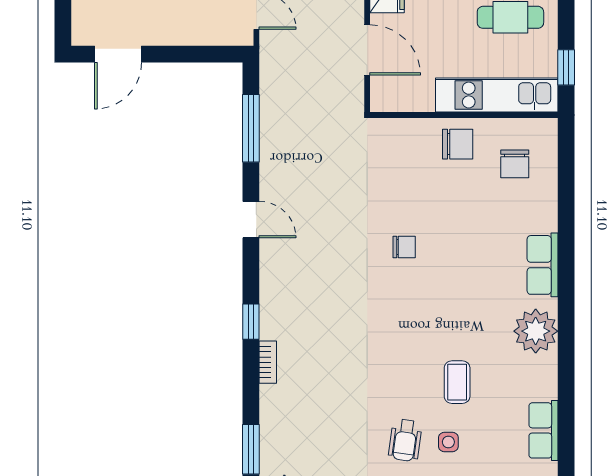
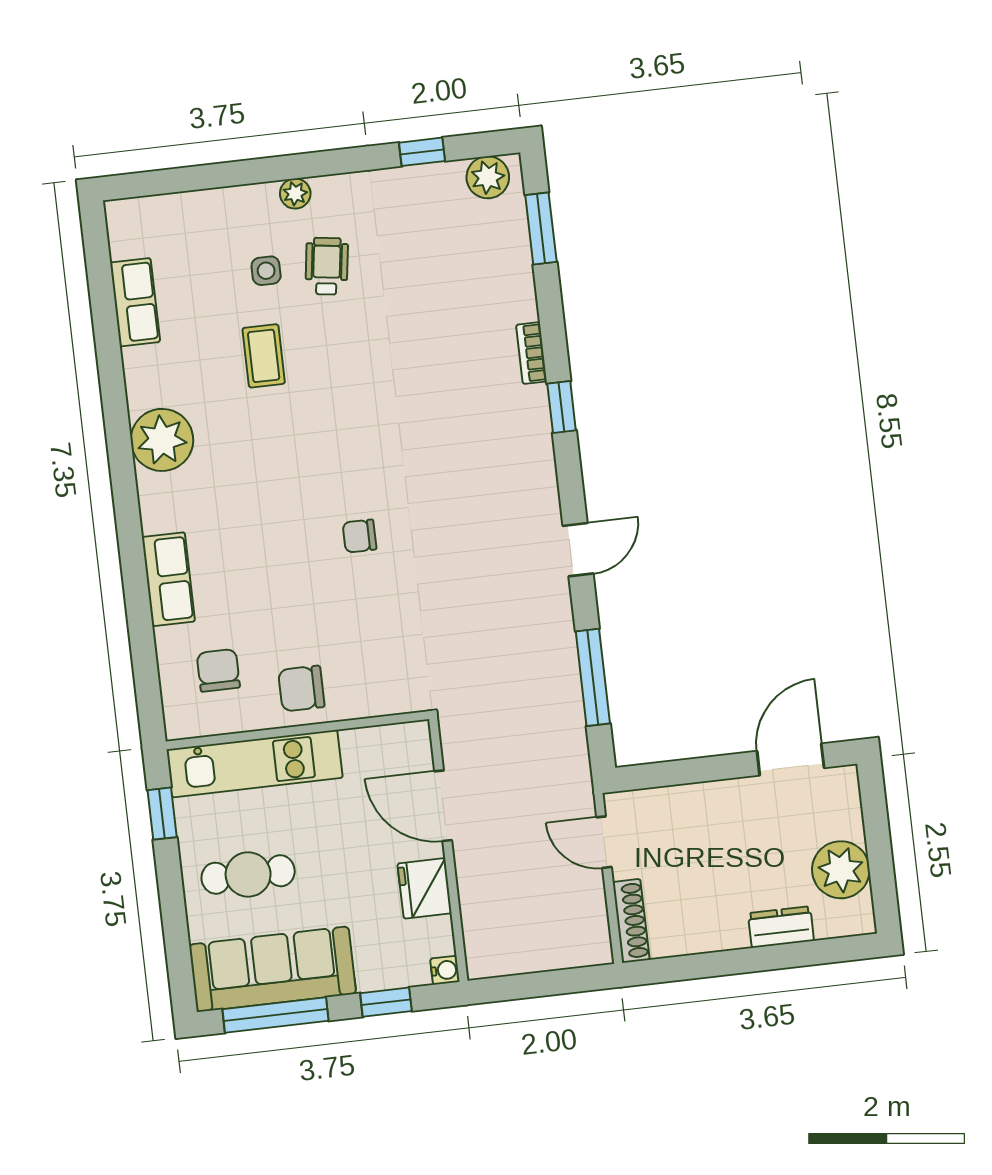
door: (251, 220) -> (578, 550), swing flipped
row of seats: (543, 265) -> (168, 579), moved

